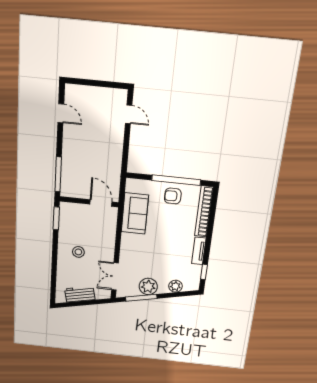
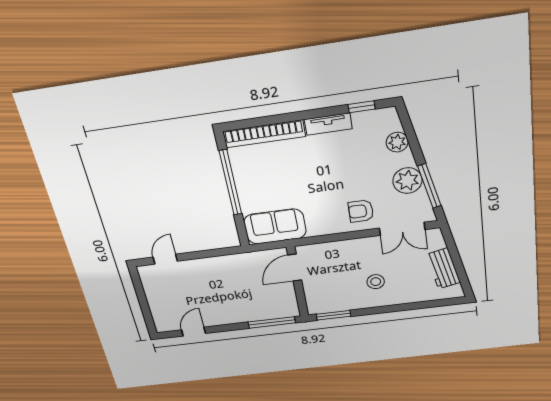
armchair: (173, 196) -> (361, 211), moved, turned 90
sofa: (135, 213) -> (275, 226), moved

